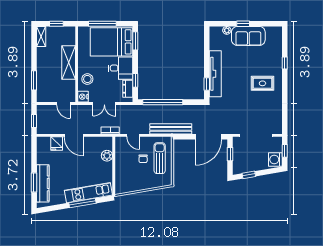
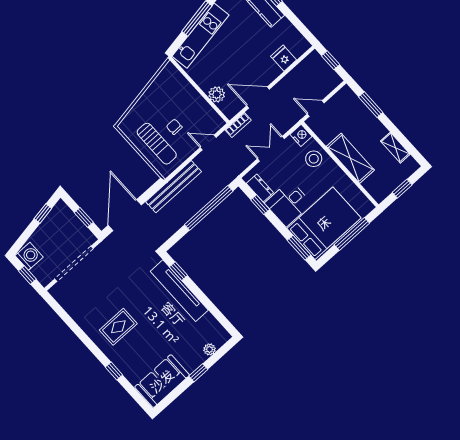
shelving: (41, 36) -> (395, 148), moved
sofa: (248, 36) -> (162, 381), moved
door: (74, 135) -> (258, 97), moved

